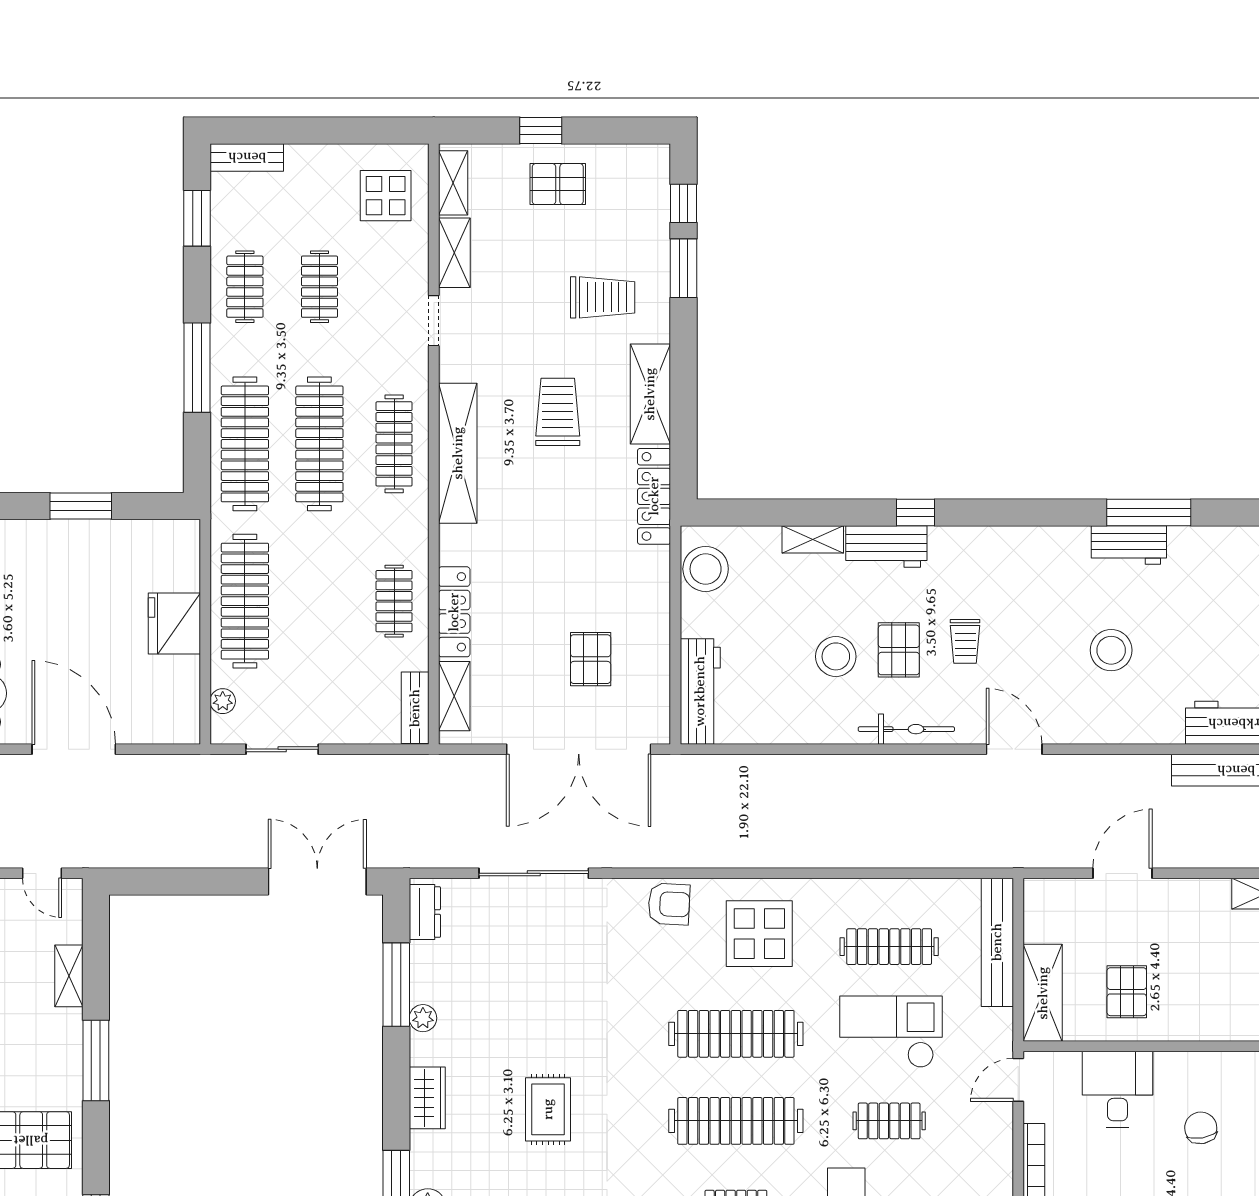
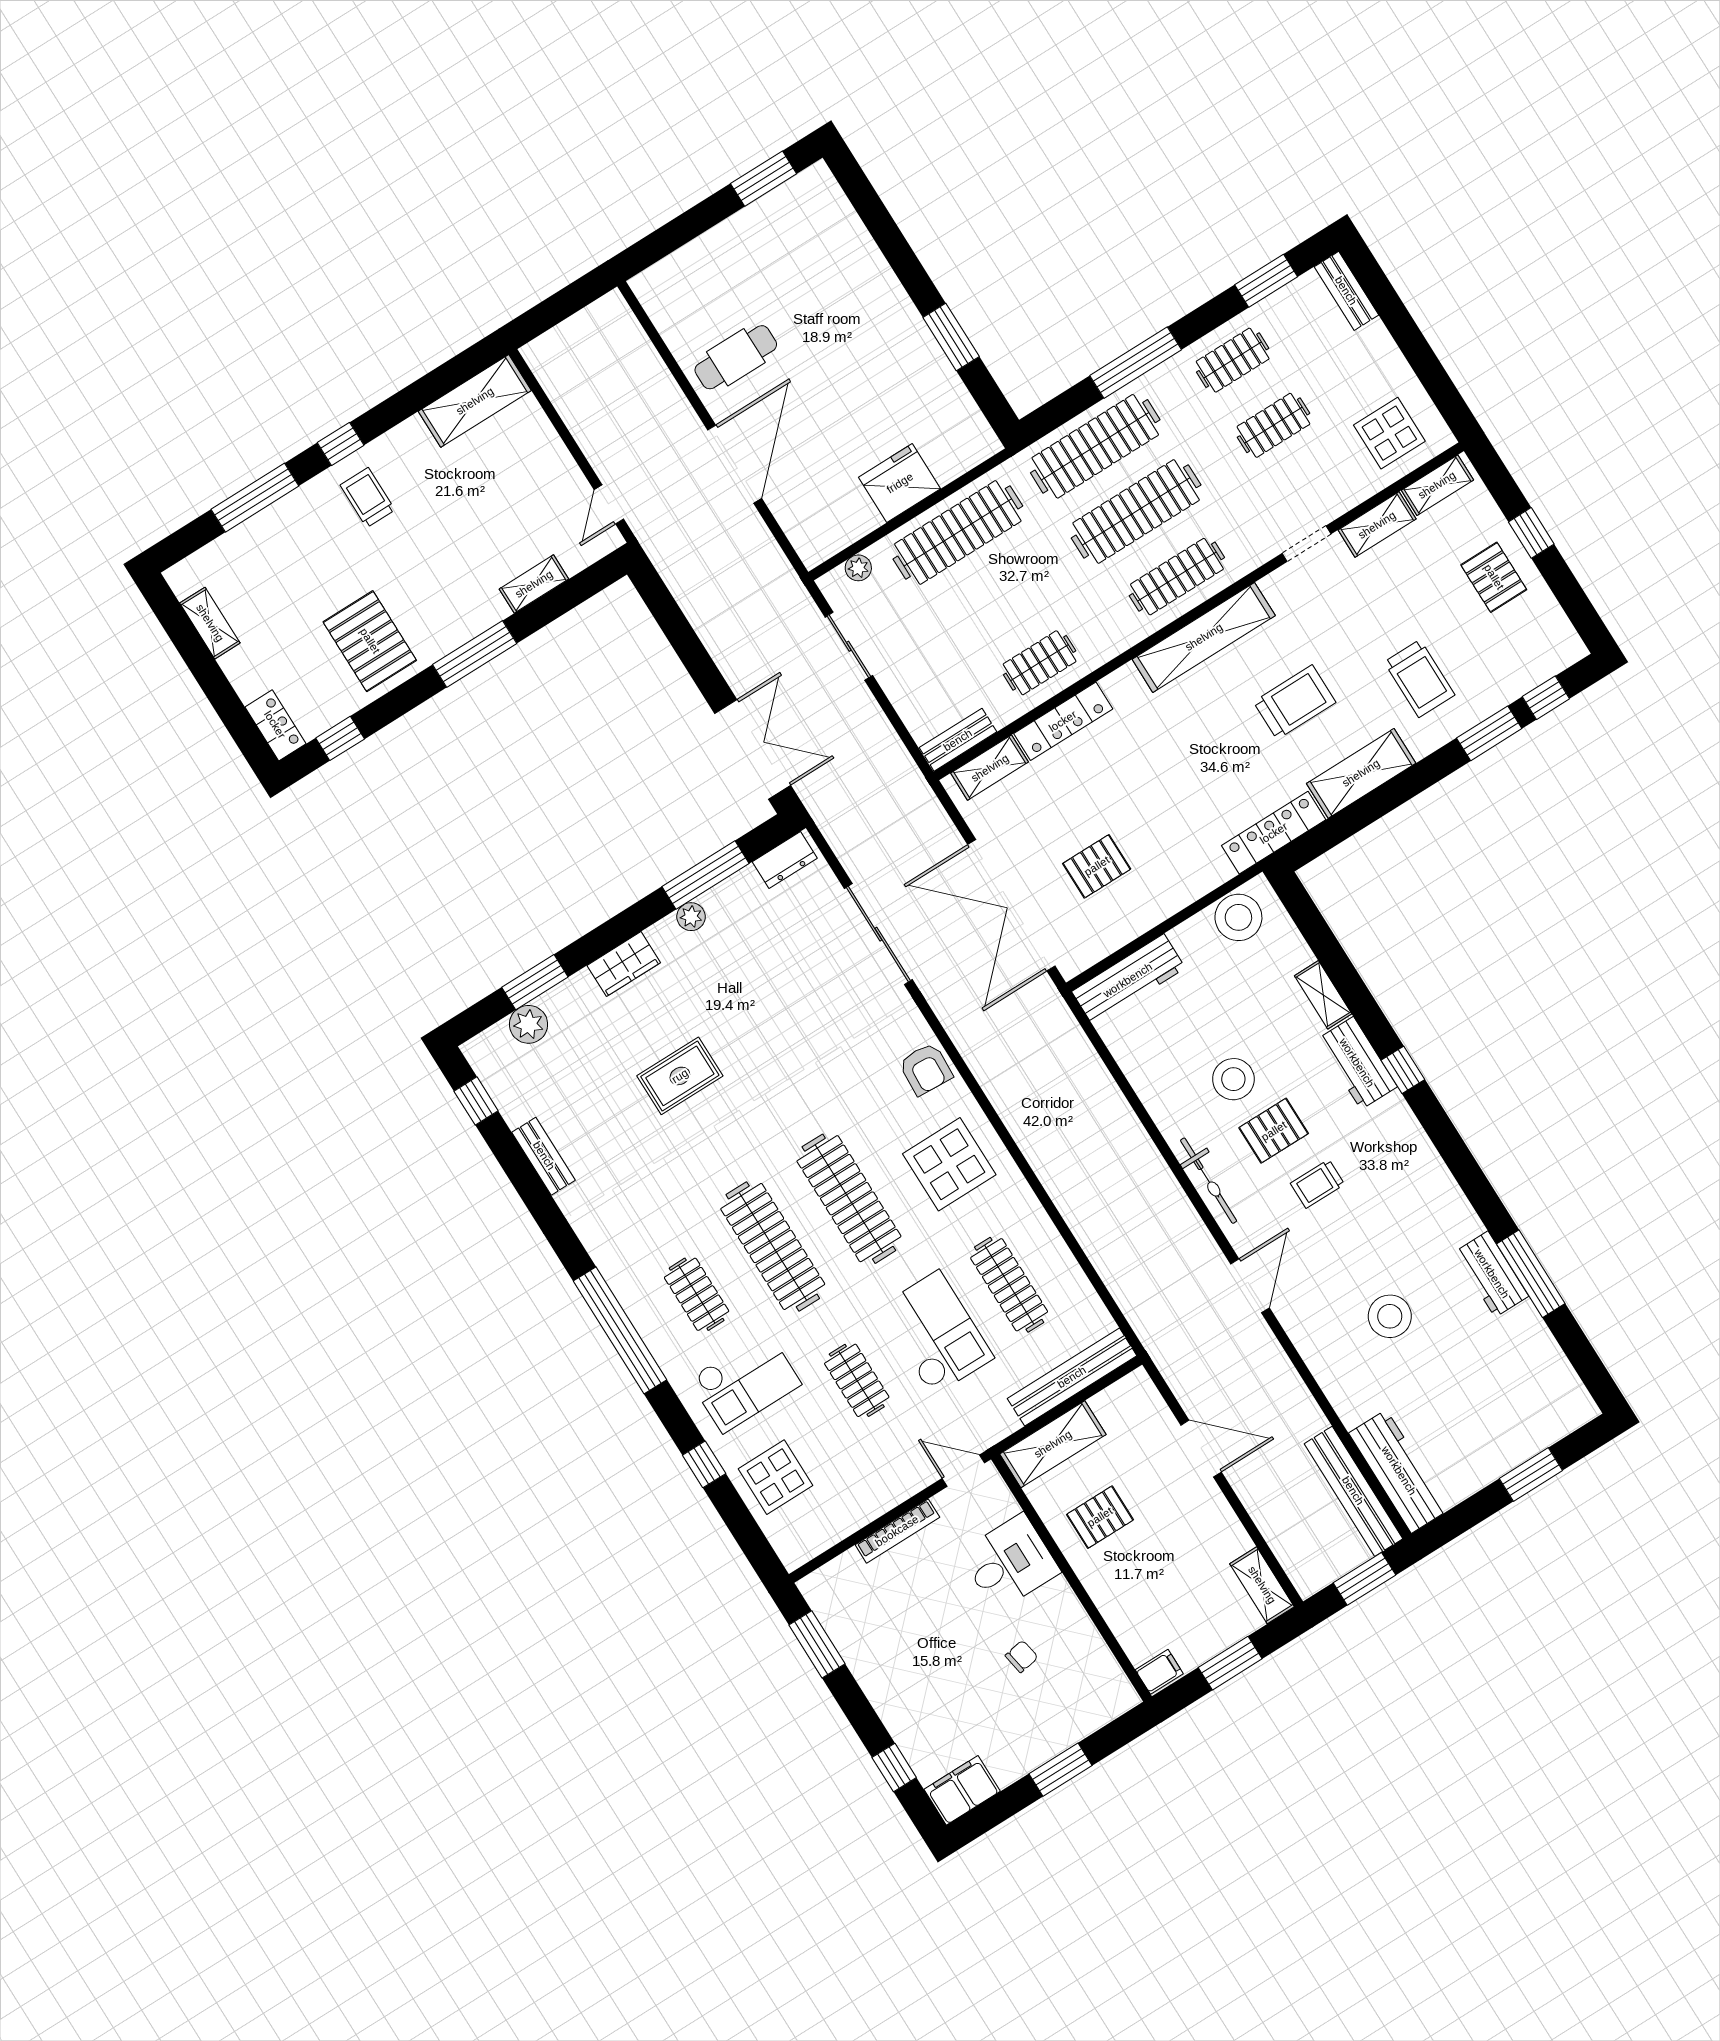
chair: (1201, 1128) -> (1022, 1656), width x0.73, depth x0.73

